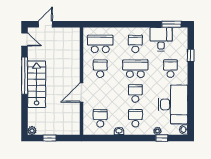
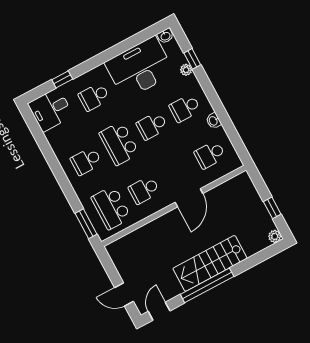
window: (171, 24) -> (86, 224), moved
desk: (161, 39) -> (51, 110), moved
door: (82, 93) -> (189, 198), hinge flipped

